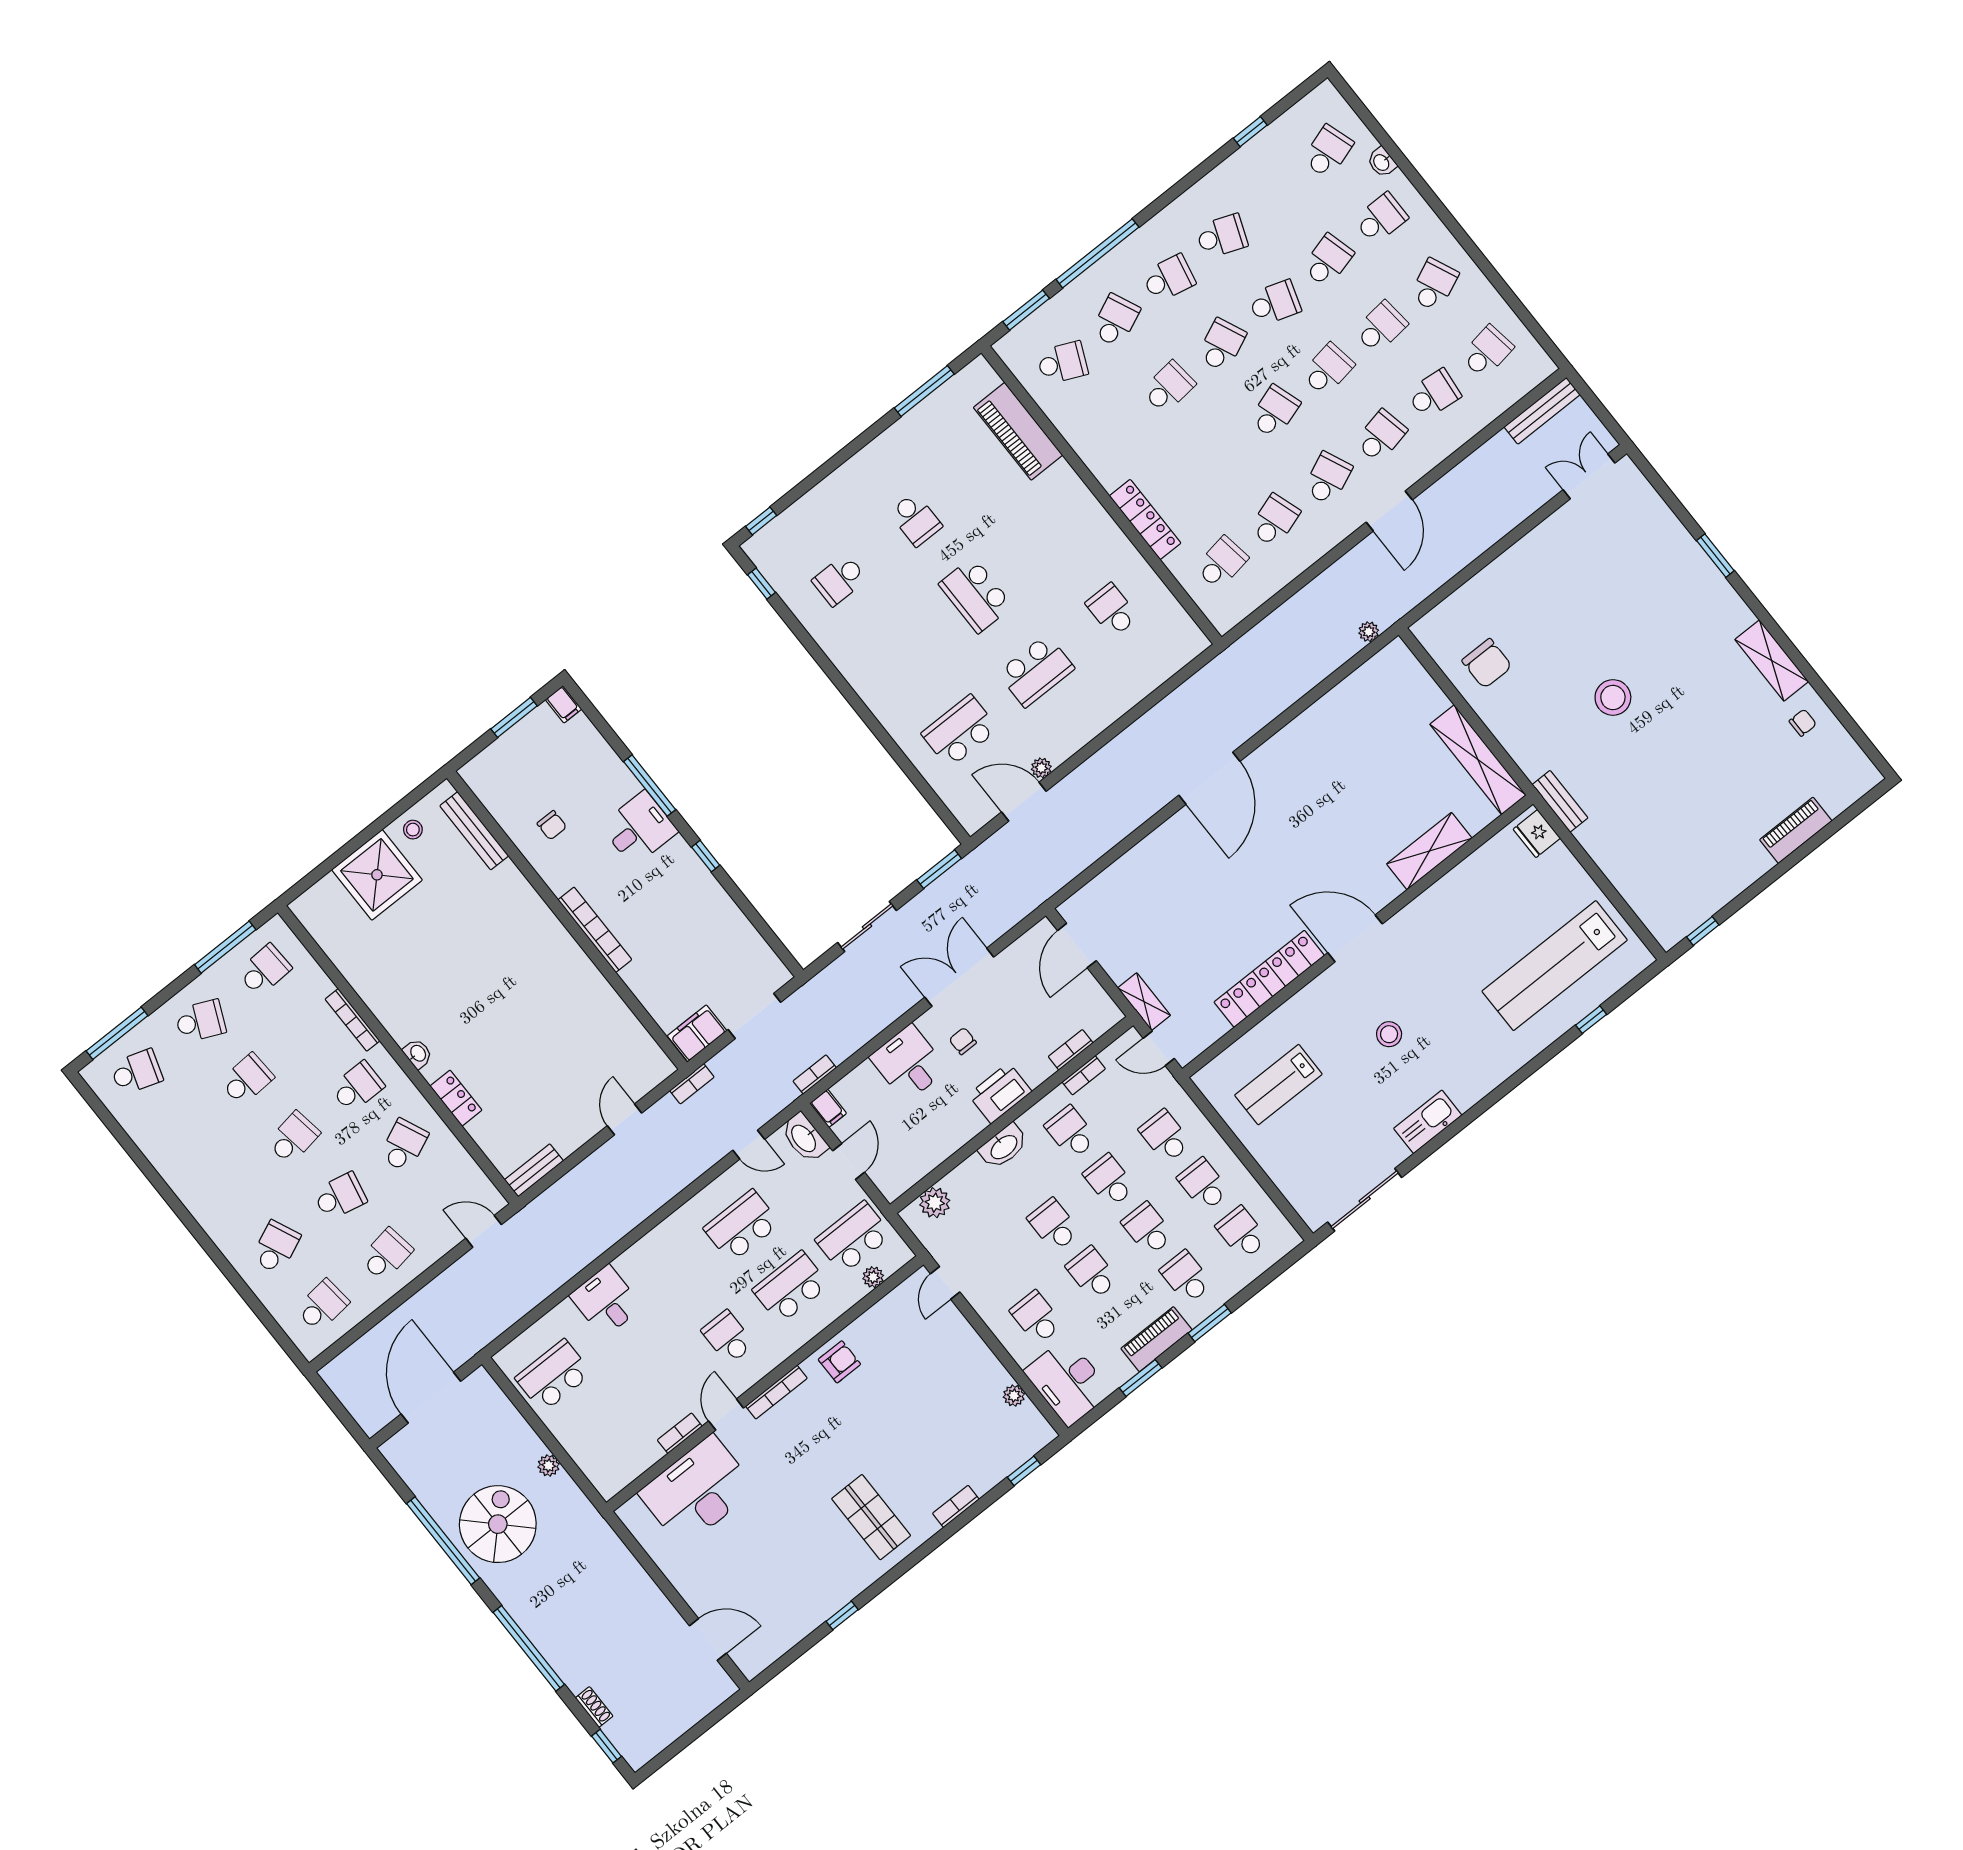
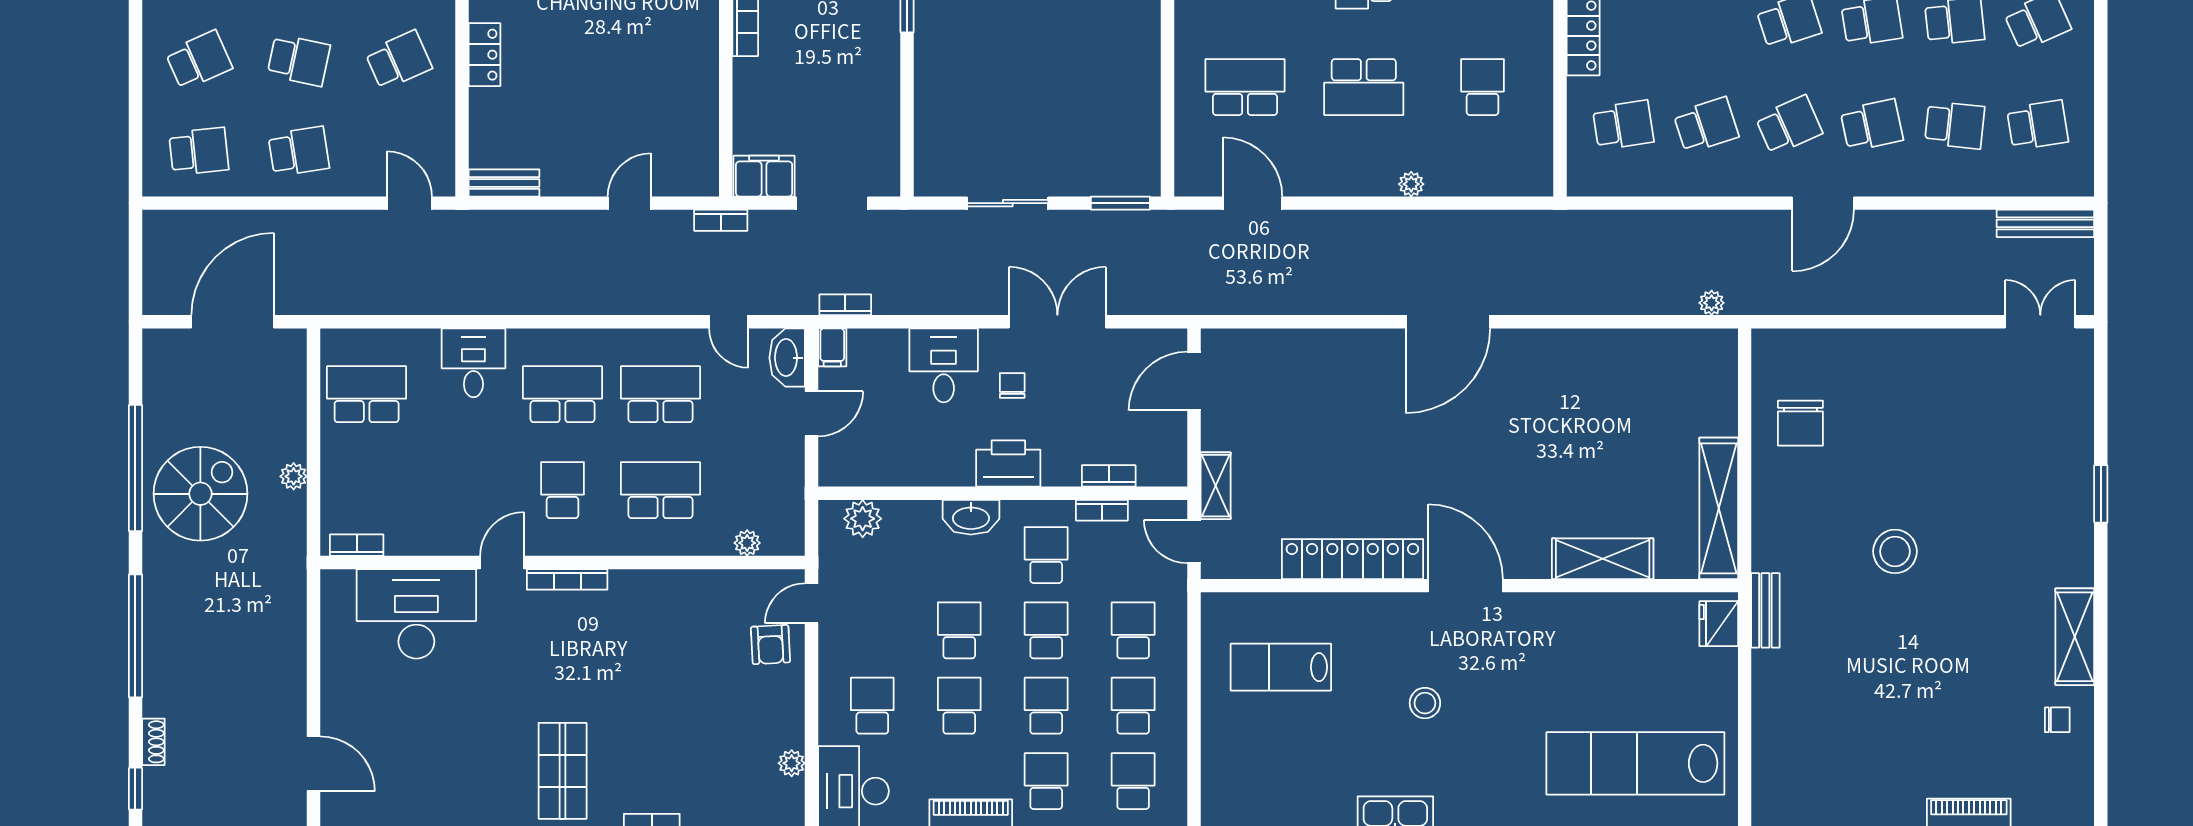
plant: (1041, 768) -> (1411, 184), moved
school desk: (853, 1237) -> (562, 394), moved
armchair: (839, 1362) -> (770, 645), moved, turned 87
bookcase: (680, 1433) -> (357, 545), moved

